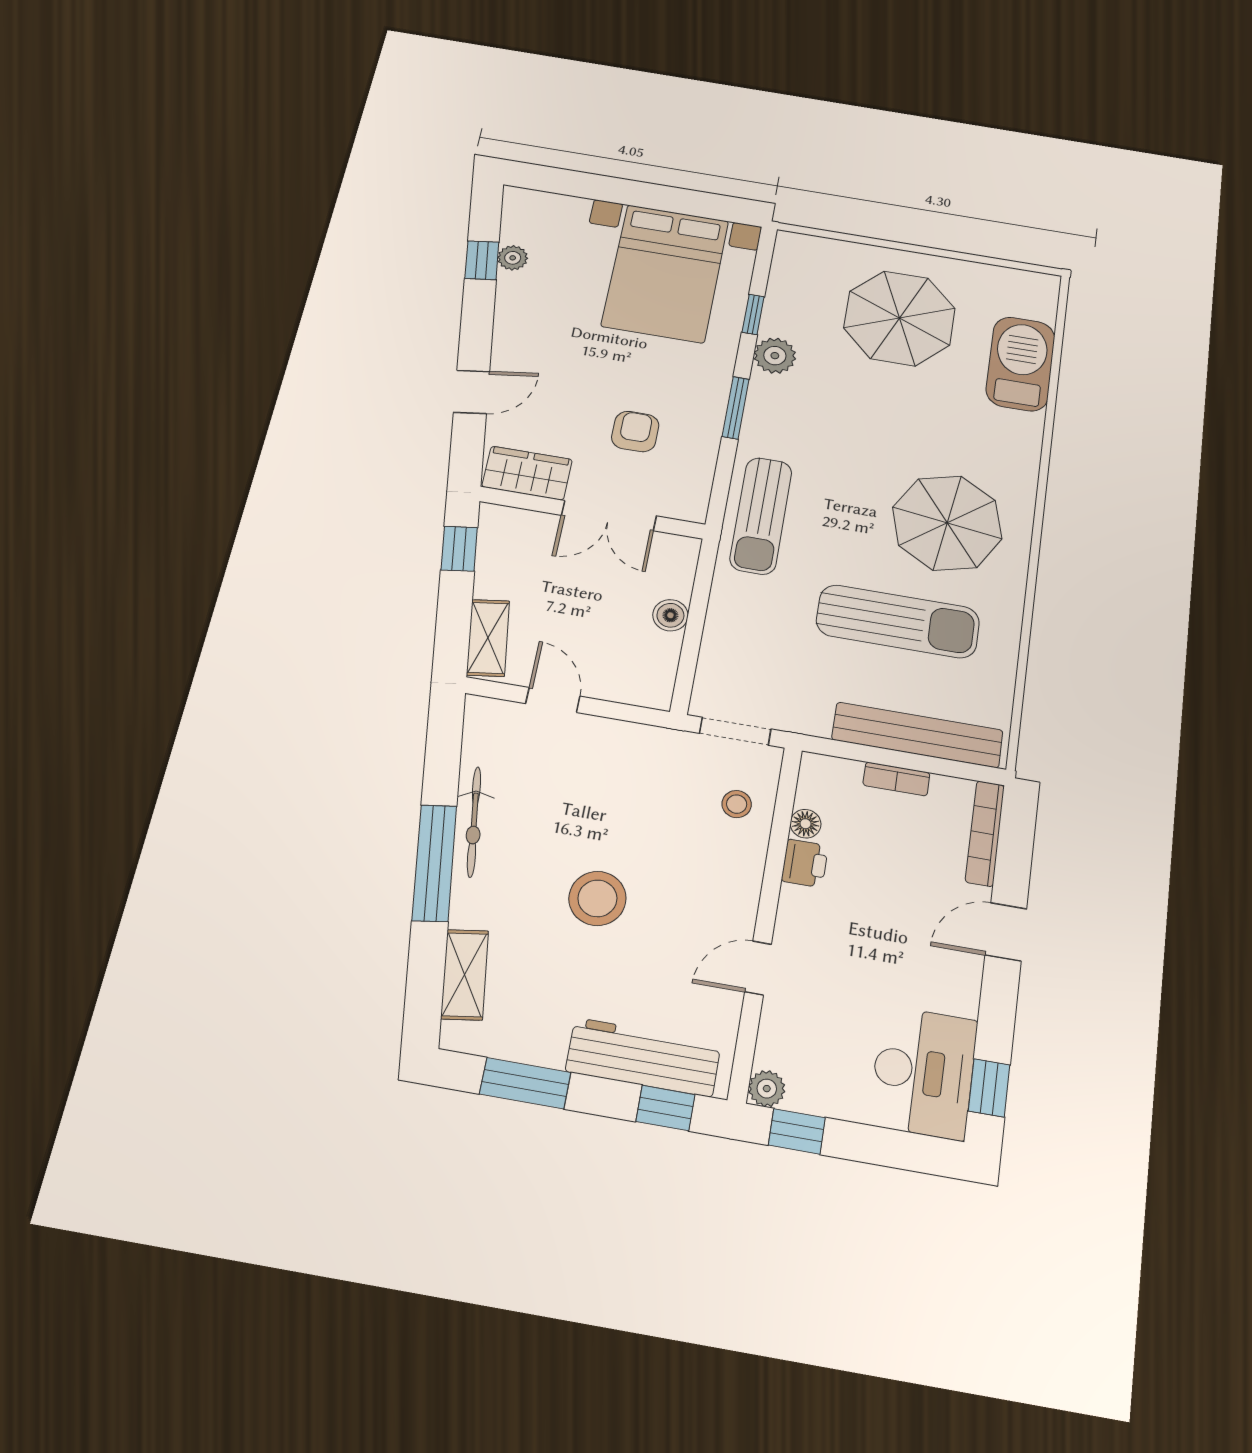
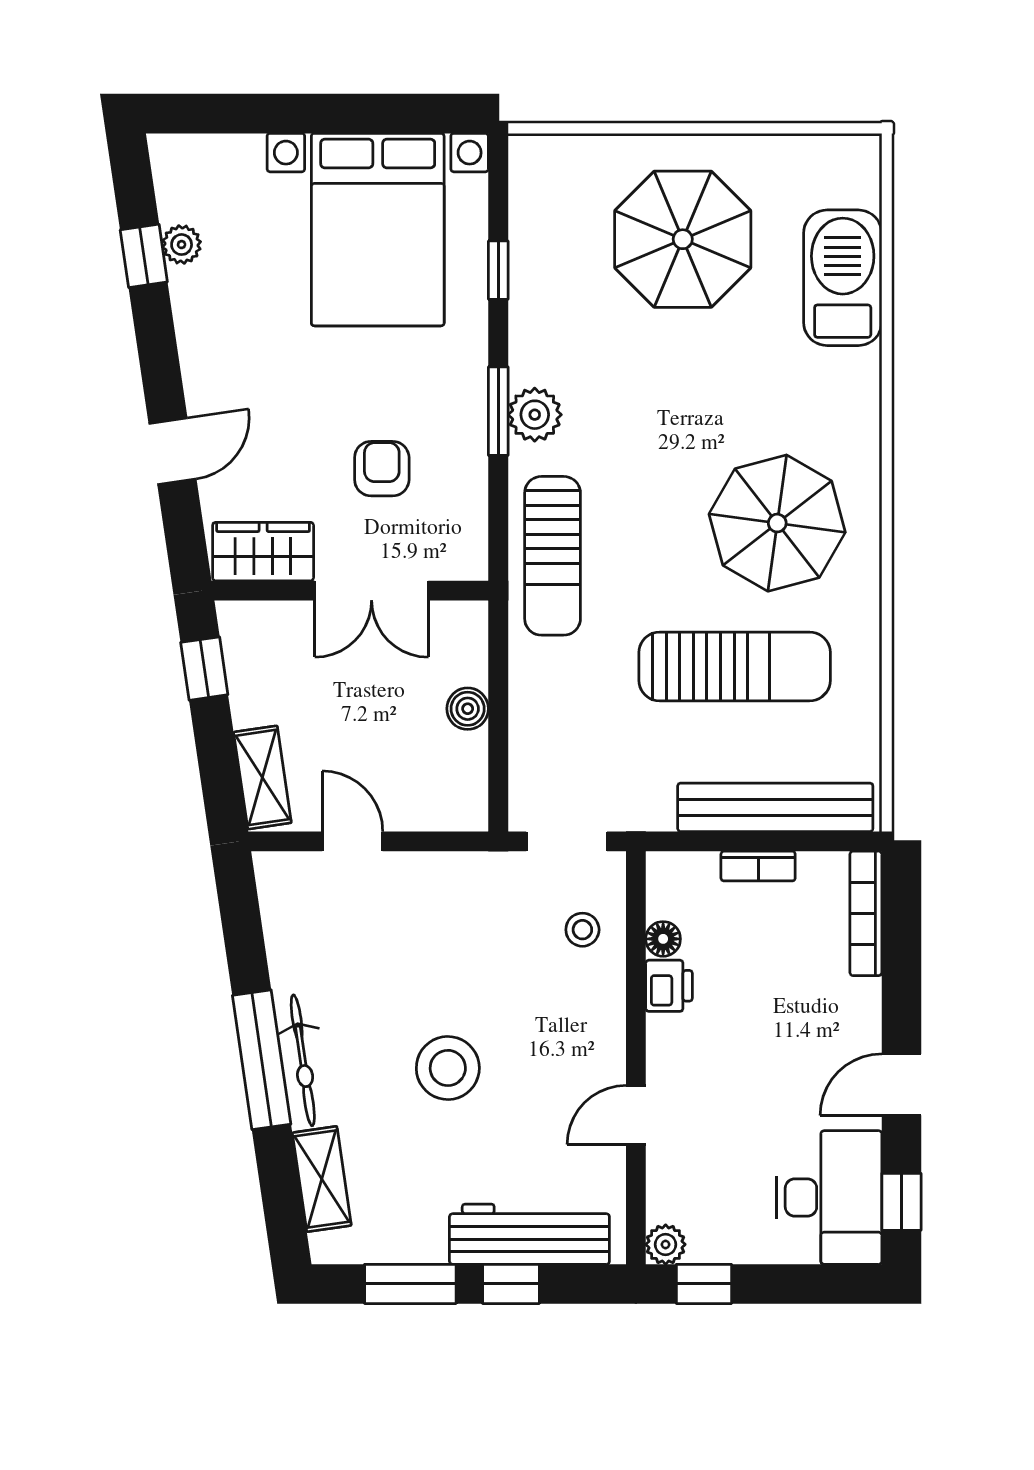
plant: (775, 356) -> (535, 415), moved
bicycle: (474, 822) -> (303, 1060), moved
door: (1006, 932) -> (901, 1085), moved
window: (665, 1108) -> (511, 1284), moved

